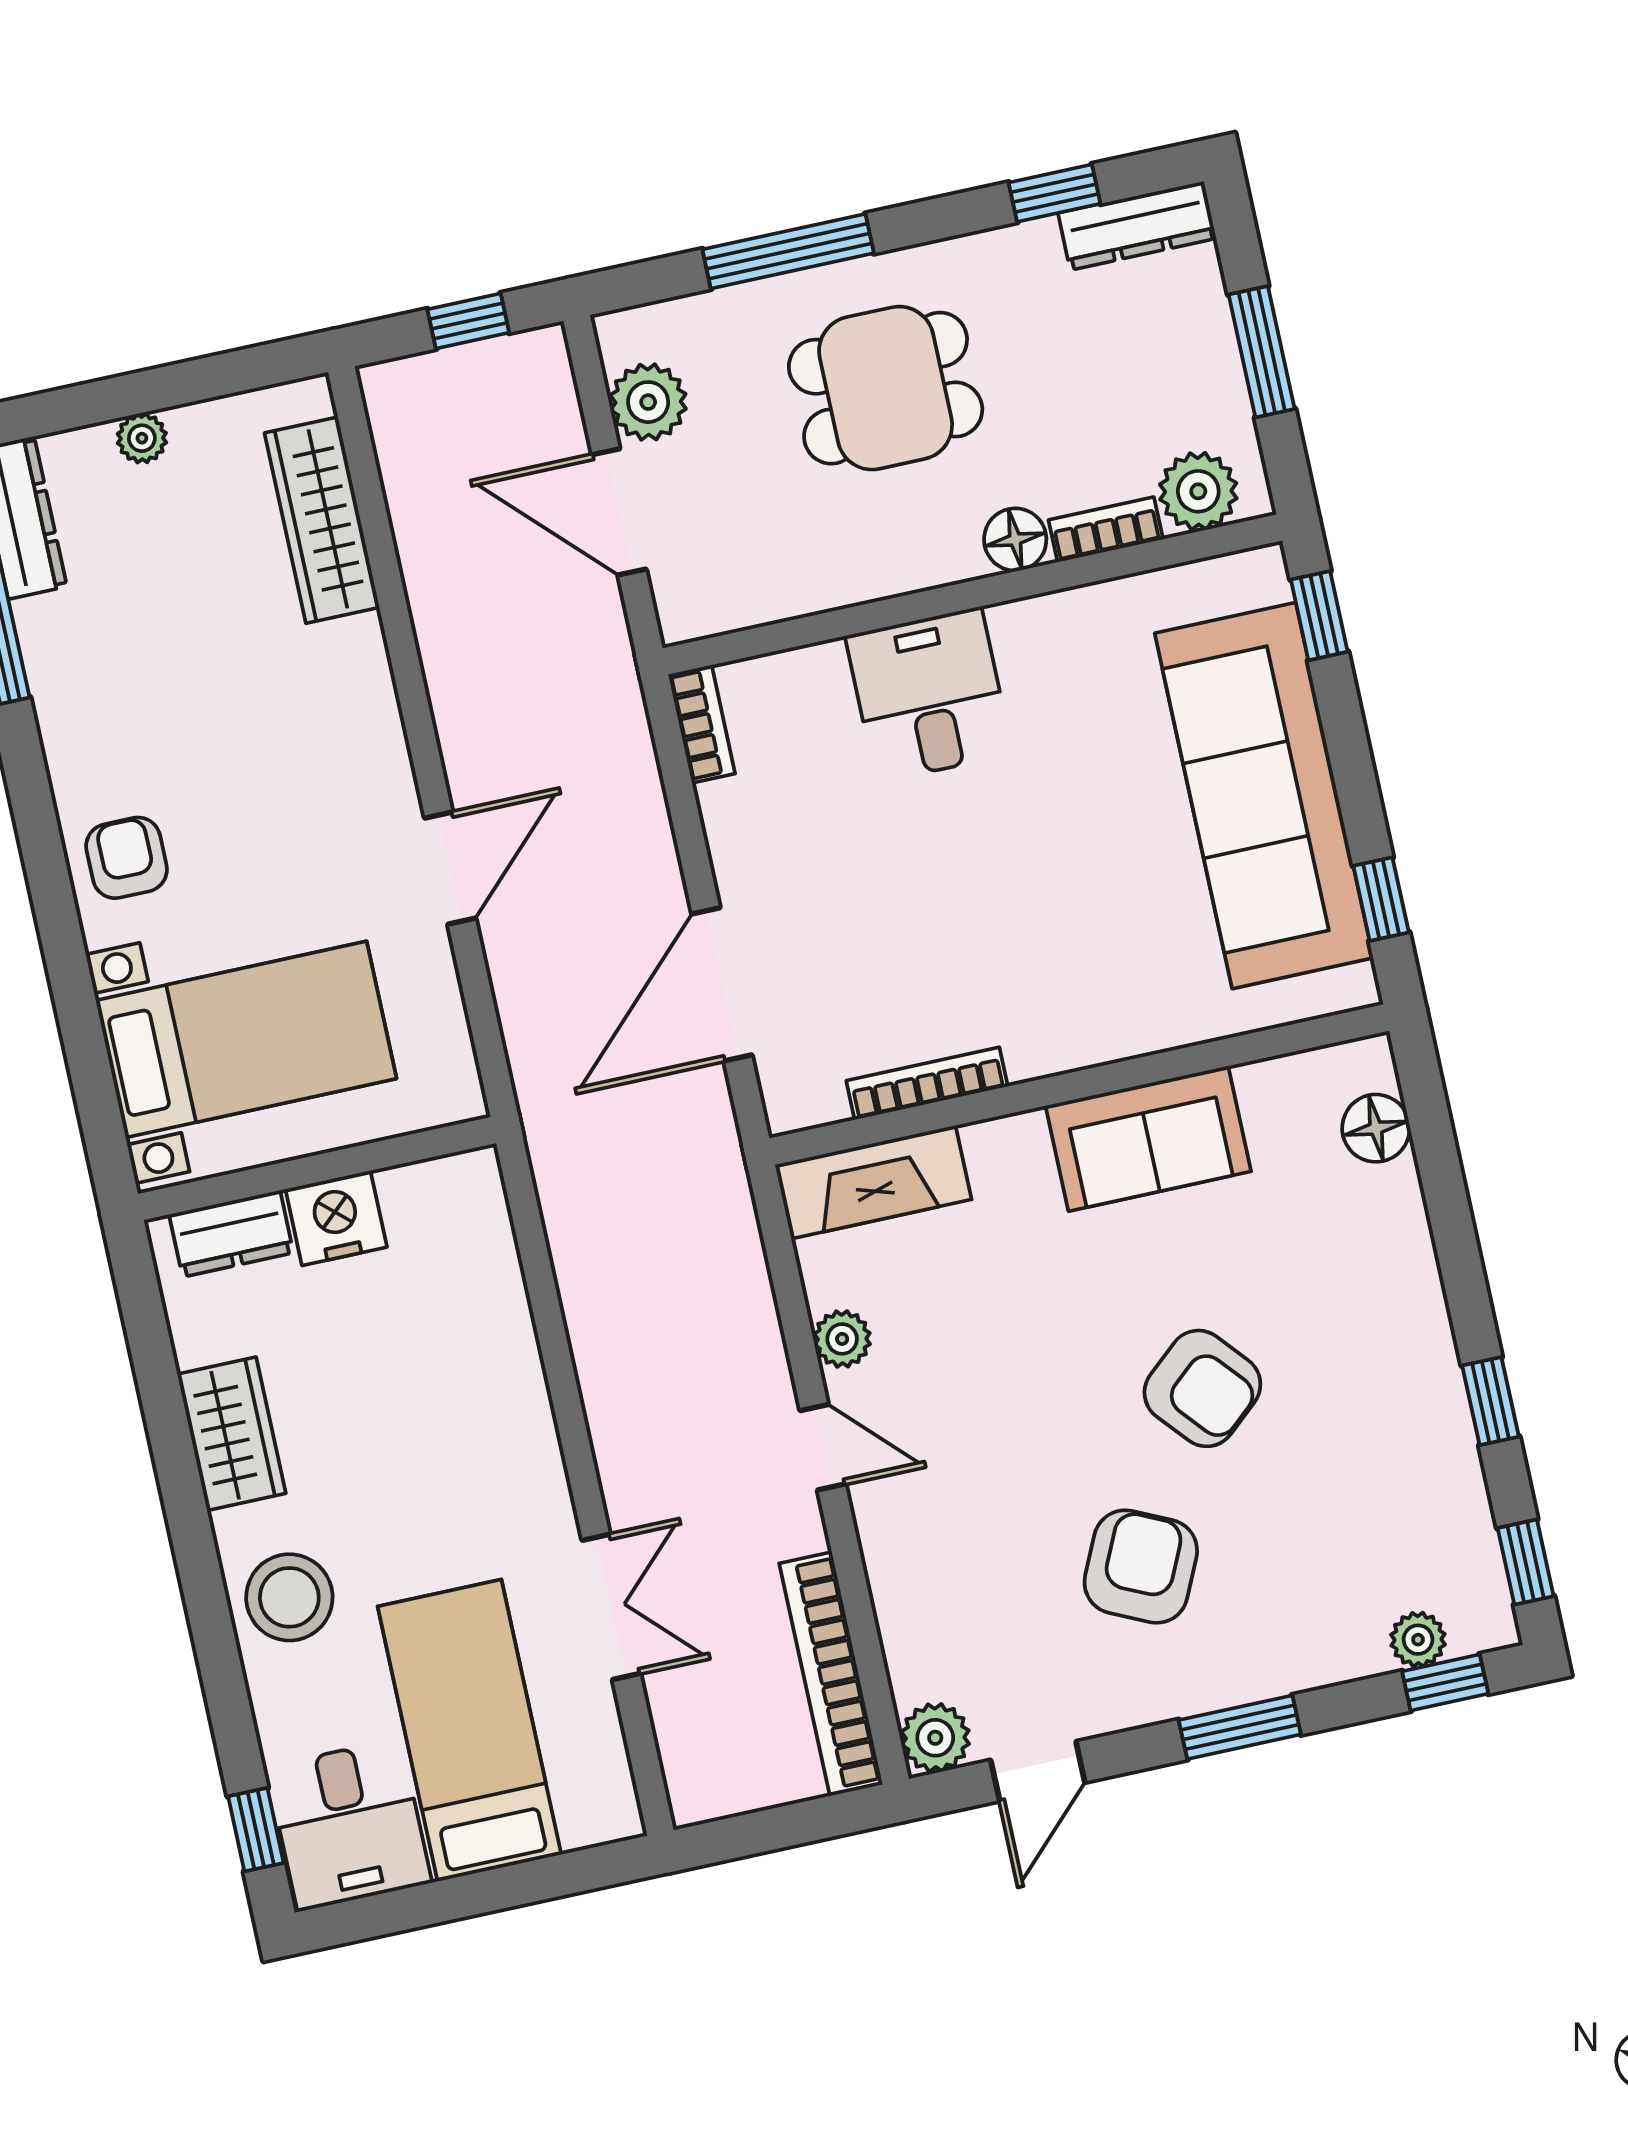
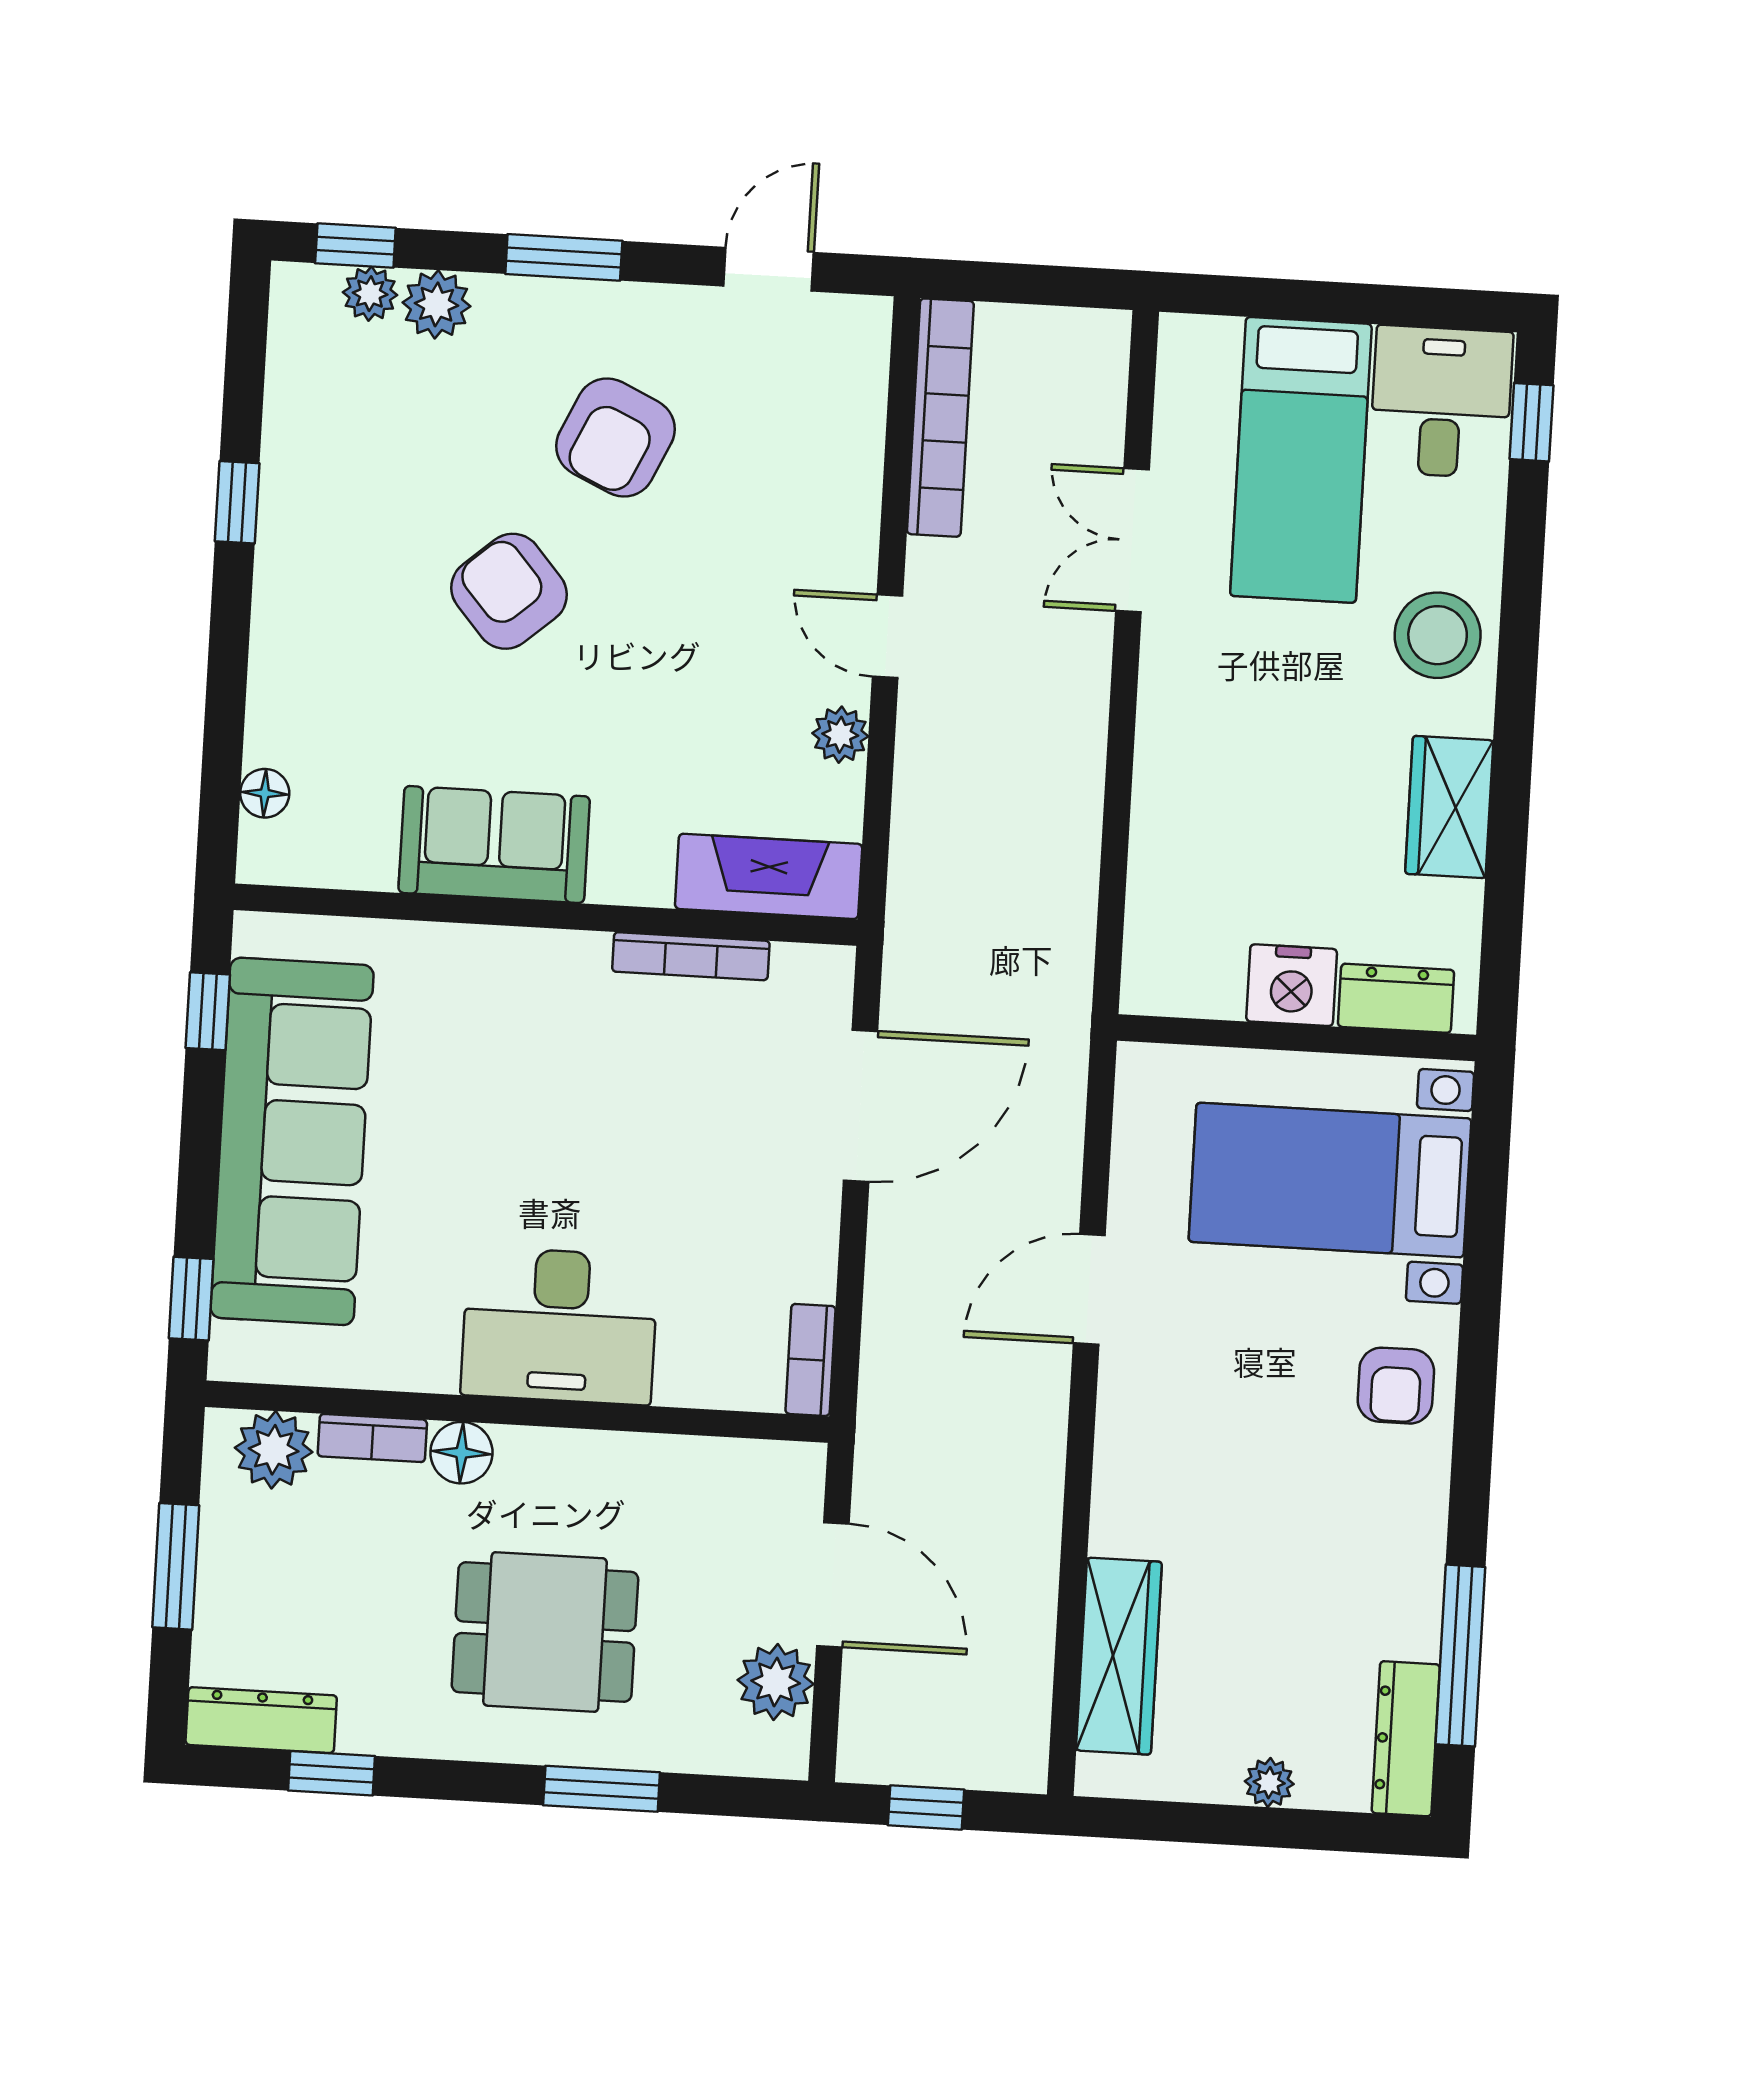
window: (788, 251) -> (602, 1789), width x0.69
desk: (929, 695) -> (559, 1326), width x1.37
floor lamp: (1376, 1128) -> (265, 793), width x0.73, depth x0.73
window: (1526, 1562) -> (247, 339), removed
plant: (935, 1738) -> (436, 304), moved

